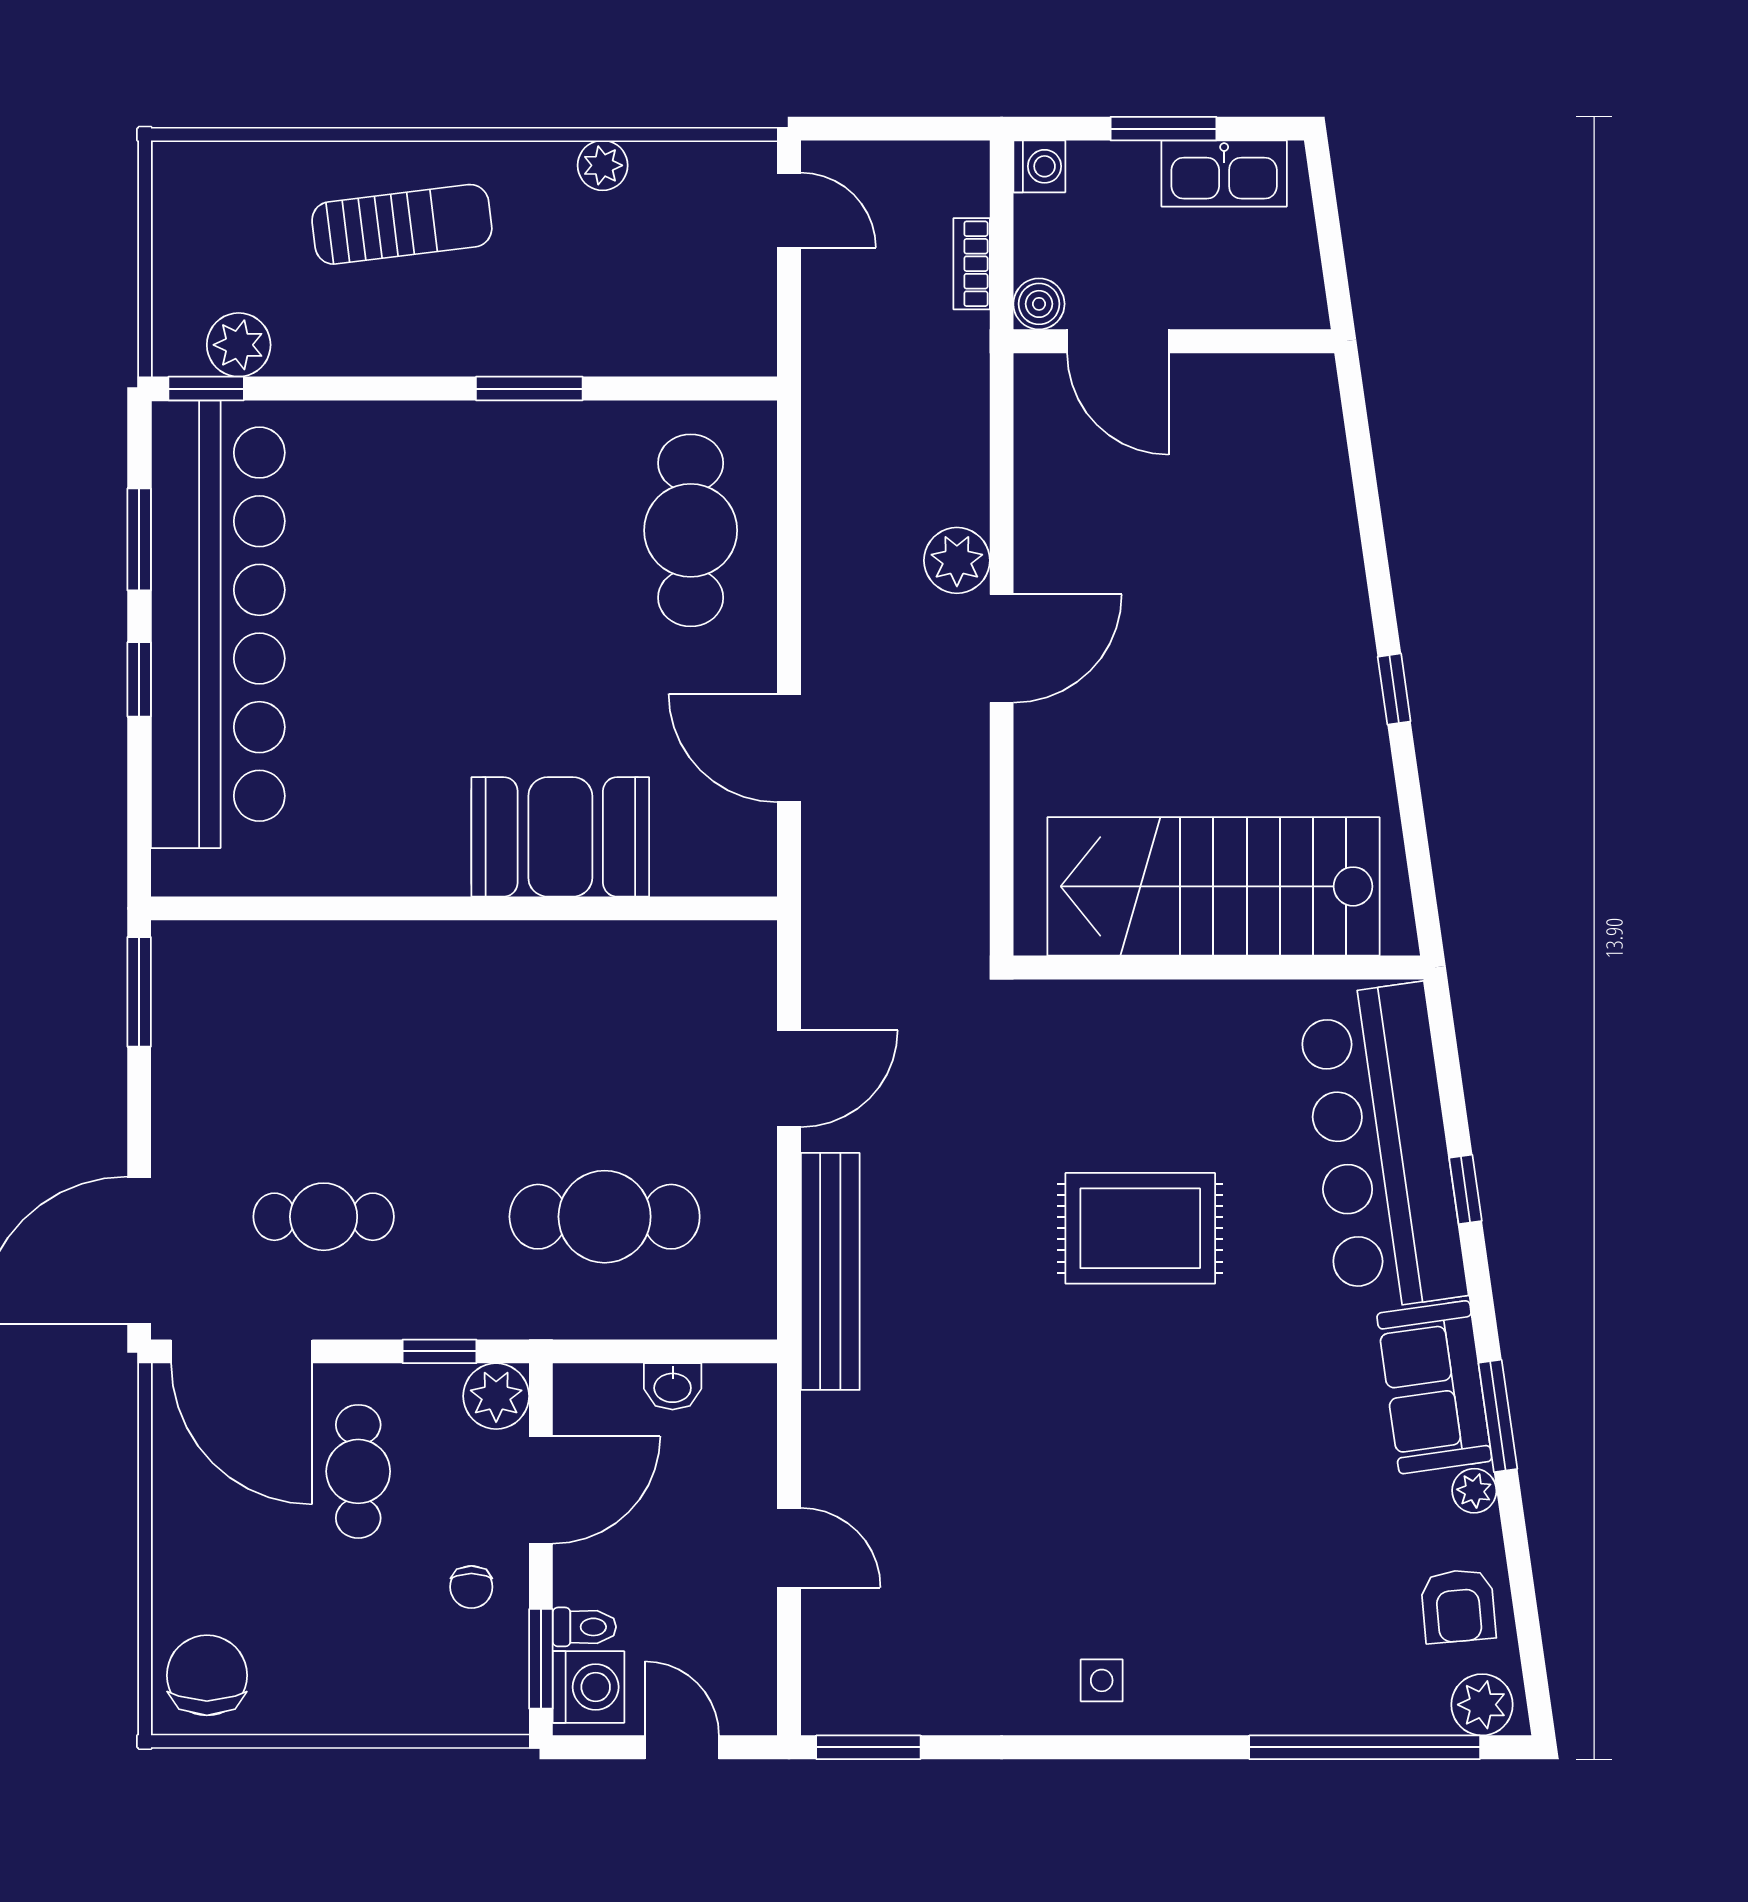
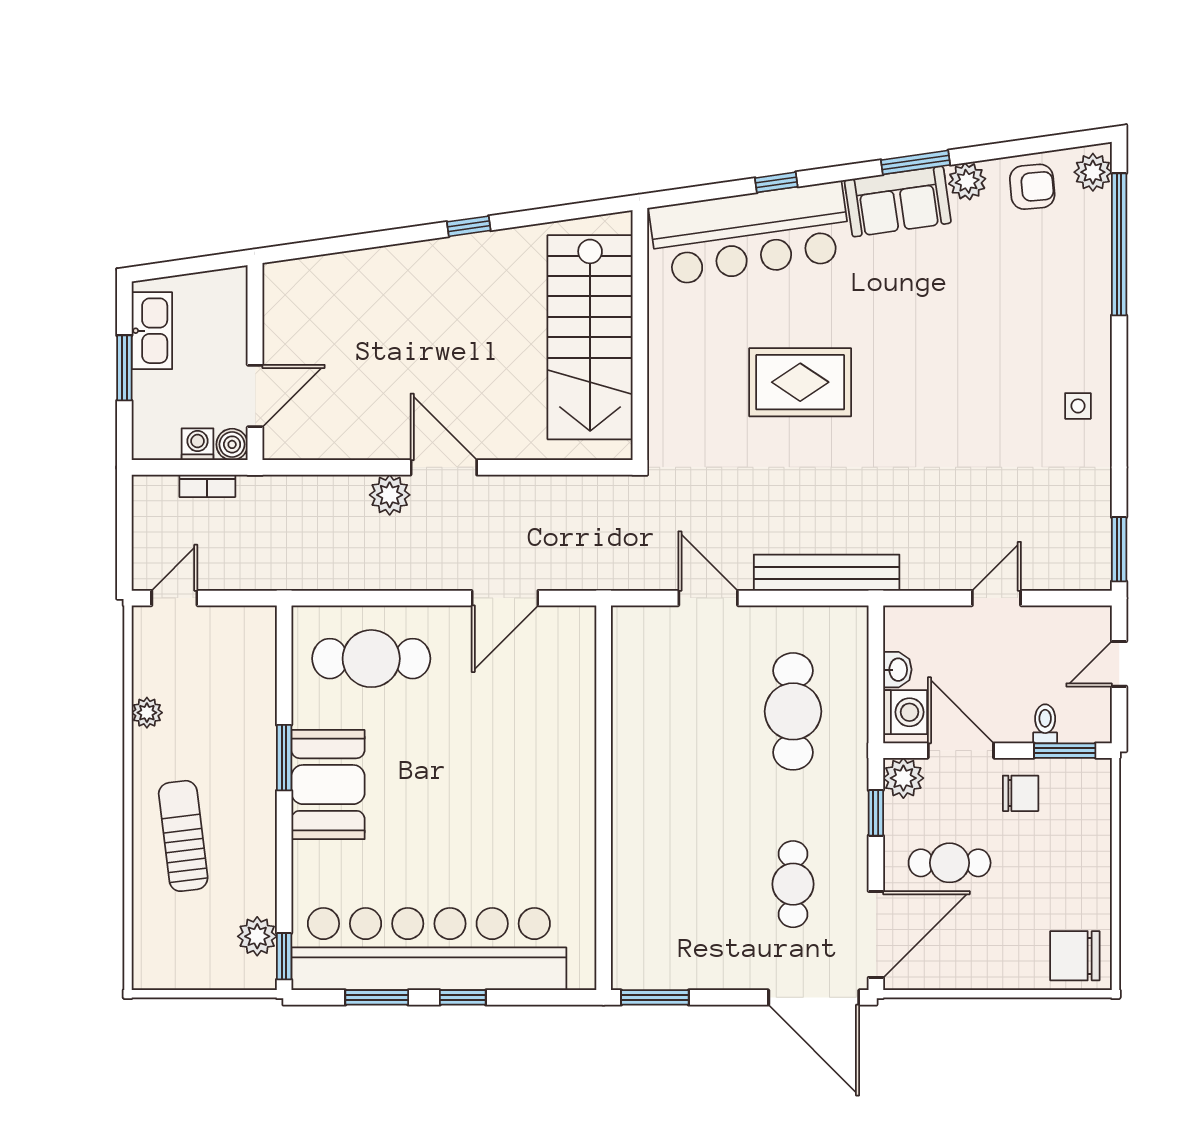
washing machine: (1039, 166) -> (198, 444), moved
booth: (560, 837) -> (328, 785), moved
rug: (1140, 1228) -> (800, 382), turned 90
plant: (1474, 1491) -> (967, 181), width x1.38, depth x1.38
chair: (471, 1587) -> (1021, 793), width x1.37, depth x1.37
washing machine: (588, 1687) -> (905, 712), moved, turned 90

